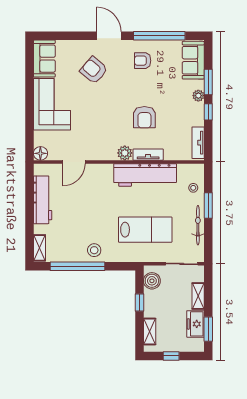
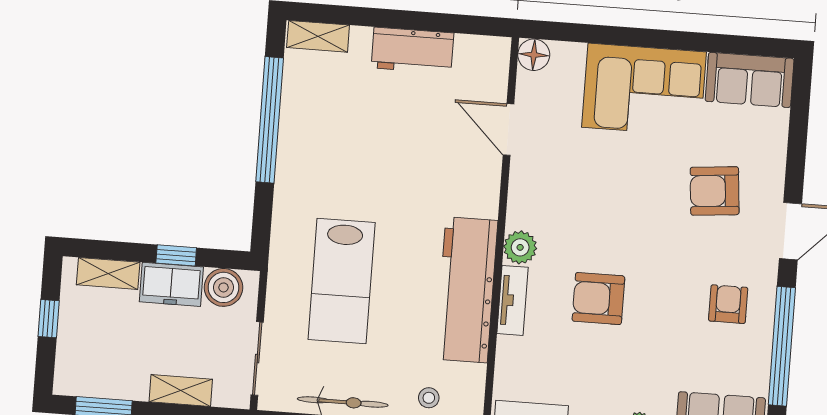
armchair: (94, 70) -> (715, 191), turned -135
workbench: (43, 200) -> (412, 50), width x0.73
stool: (94, 250) -> (303, 161), removed
freezer: (195, 324) -> (171, 284), moved, turned 180

